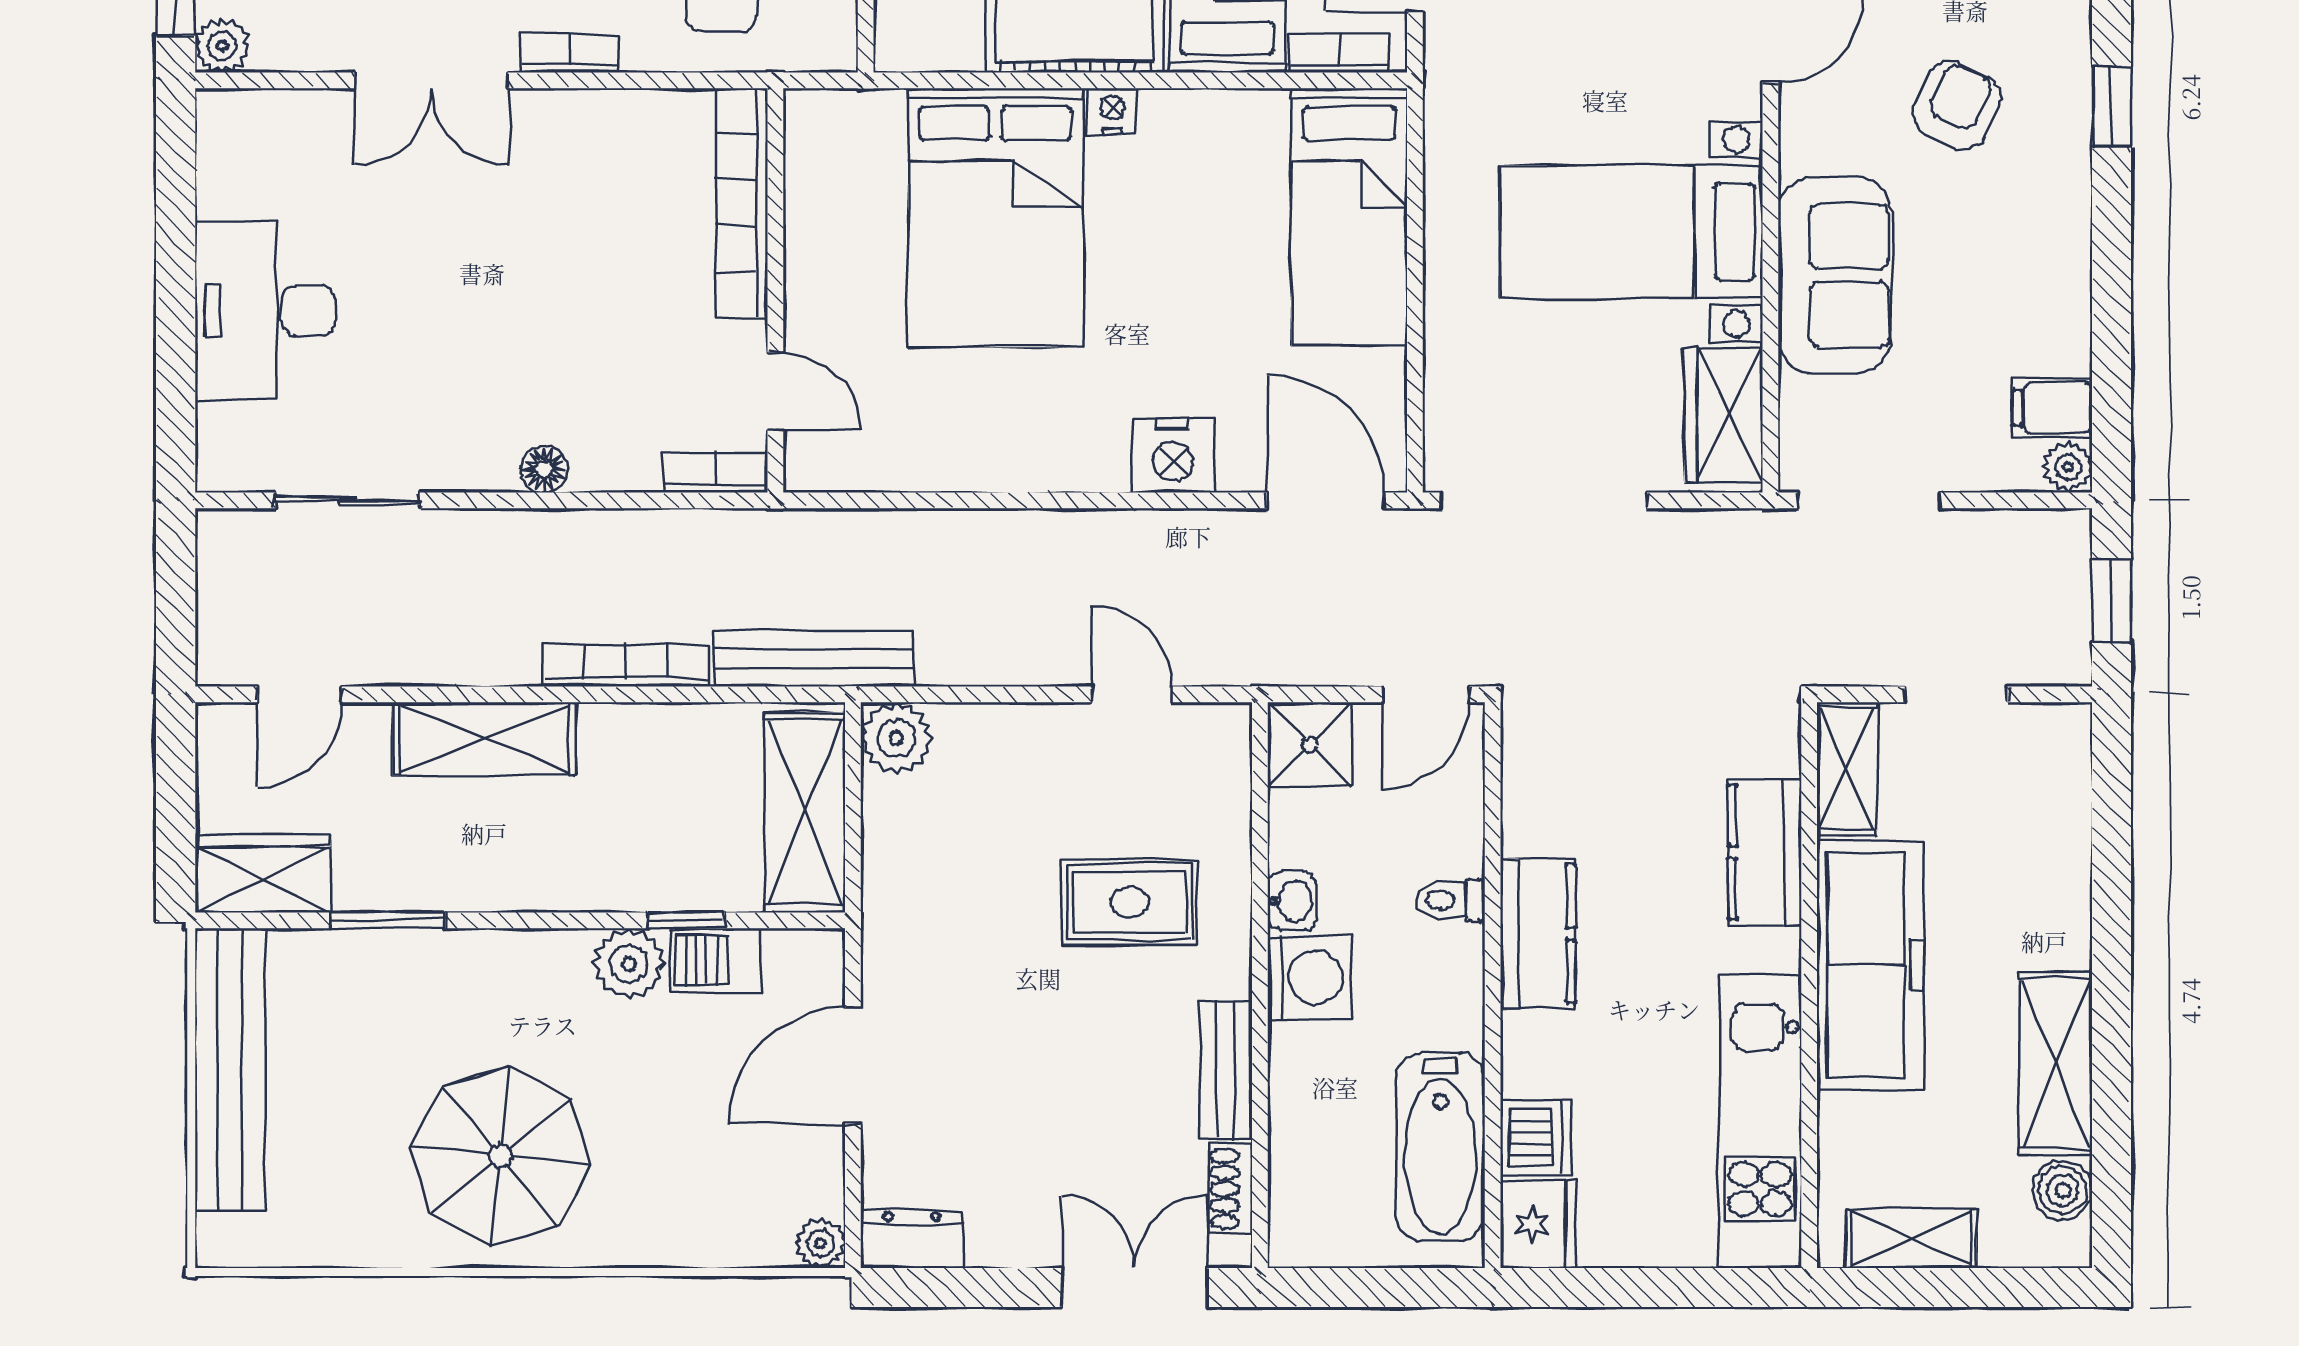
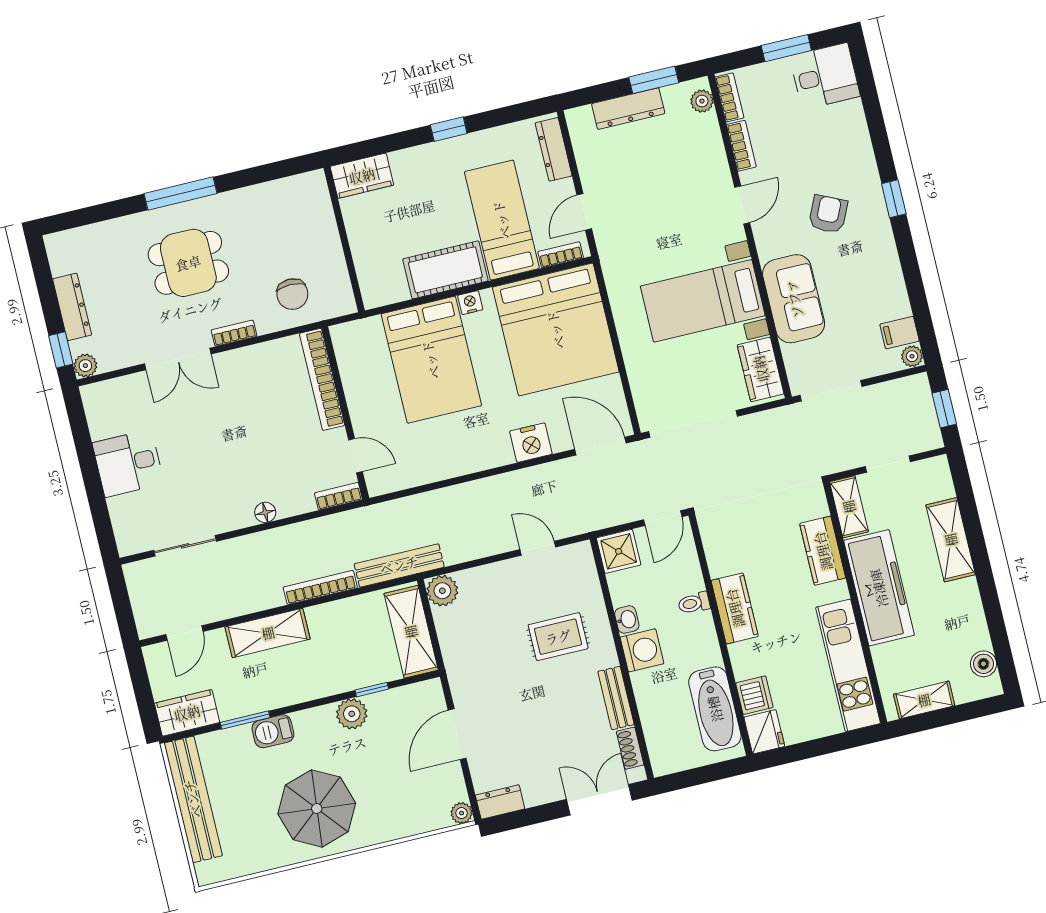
bed: (1349, 217) -> (556, 330), width x2.04
desk: (265, 310) -> (128, 463), width x0.73
barbecue: (715, 960) -> (273, 731), moved
shelving: (2056, 1064) -> (951, 540), moved

